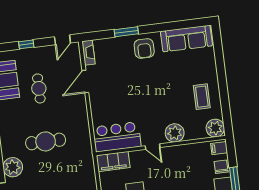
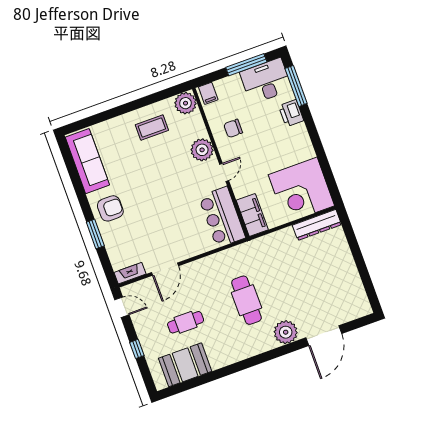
door: (85, 81) -> (165, 269), hinge flipped
chair: (221, 167) -> (233, 128), moved

